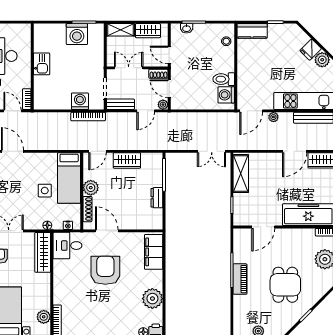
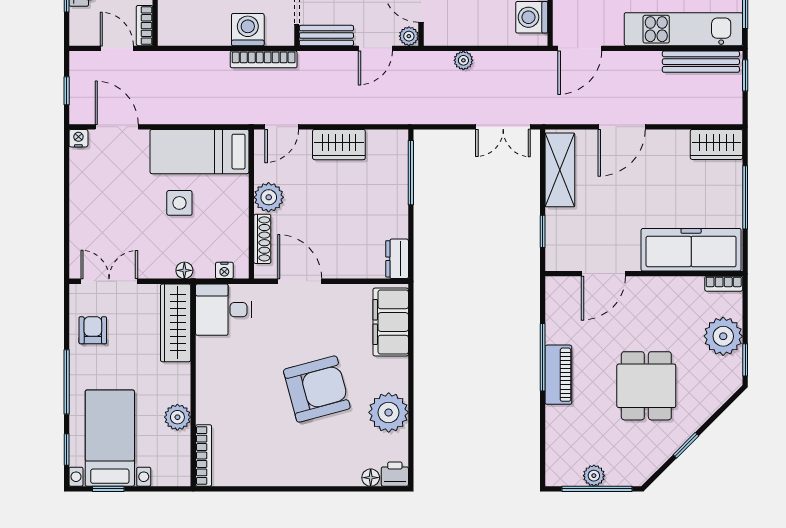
plant: (273, 117) -> (463, 60), moved
door: (295, 151) -> (622, 127), moved
bed: (69, 178) -> (199, 152), moved, turned 90
dresser: (157, 198) -> (397, 259), moved
armchair: (105, 270) -> (317, 389), moved, turned 75
plant: (44, 317) -> (177, 417), moved

